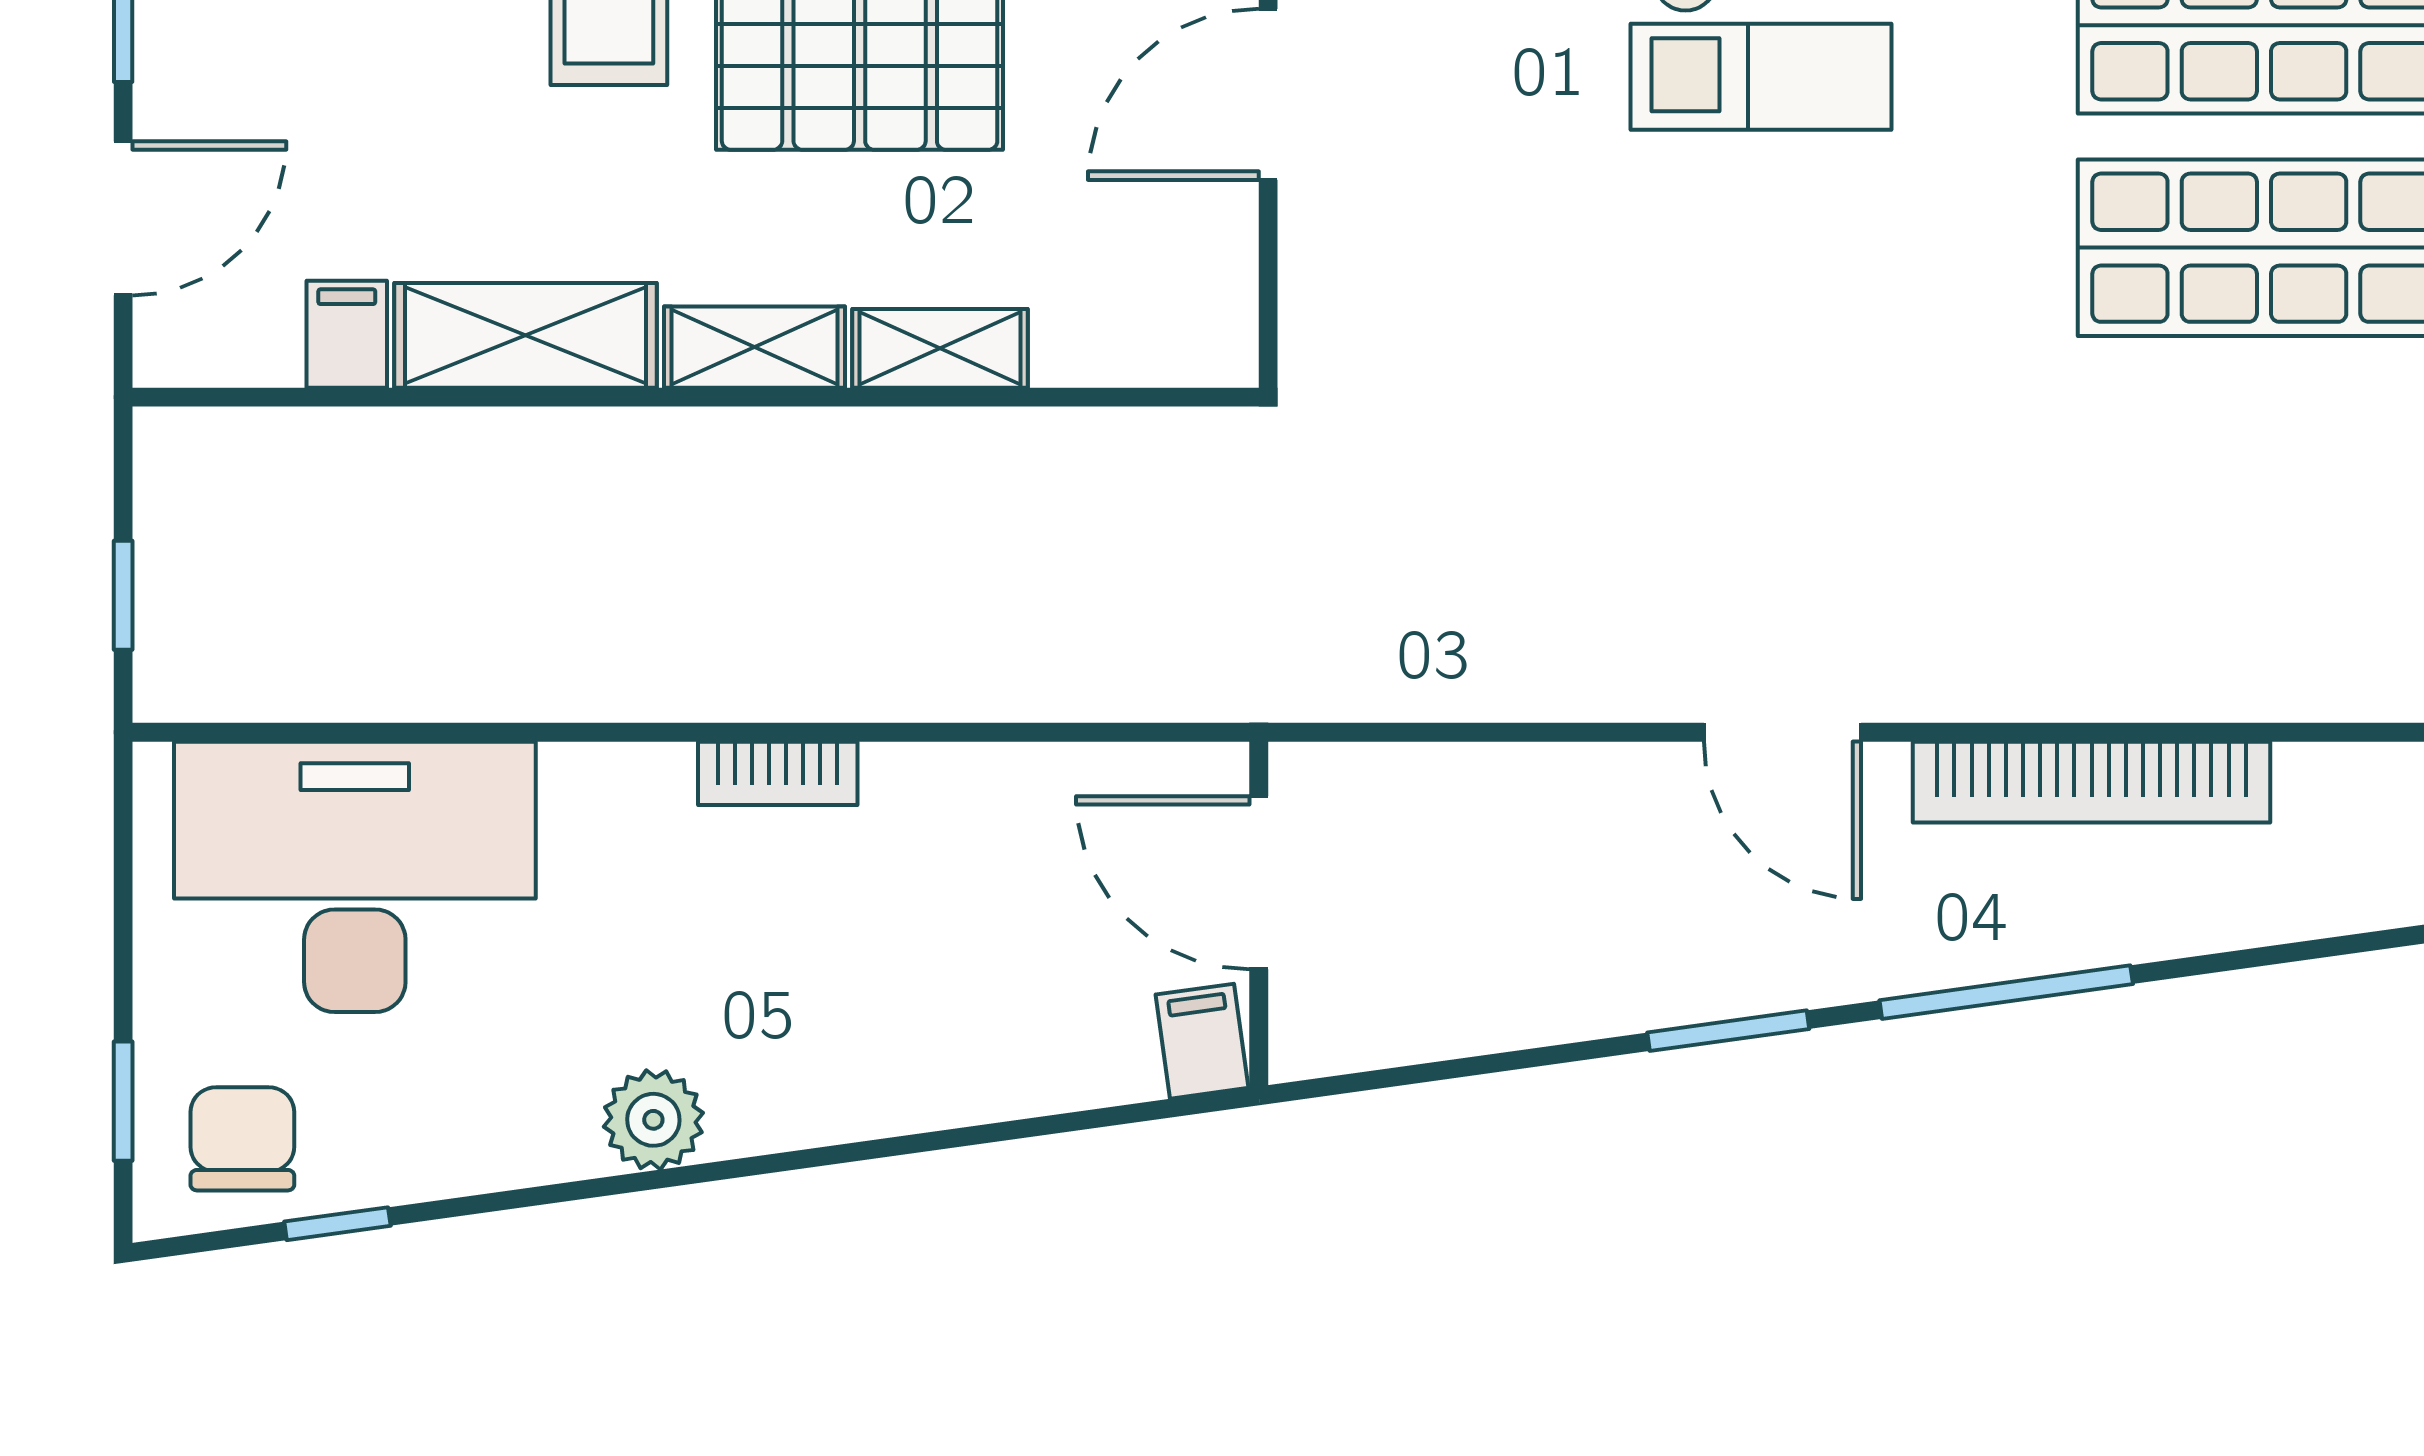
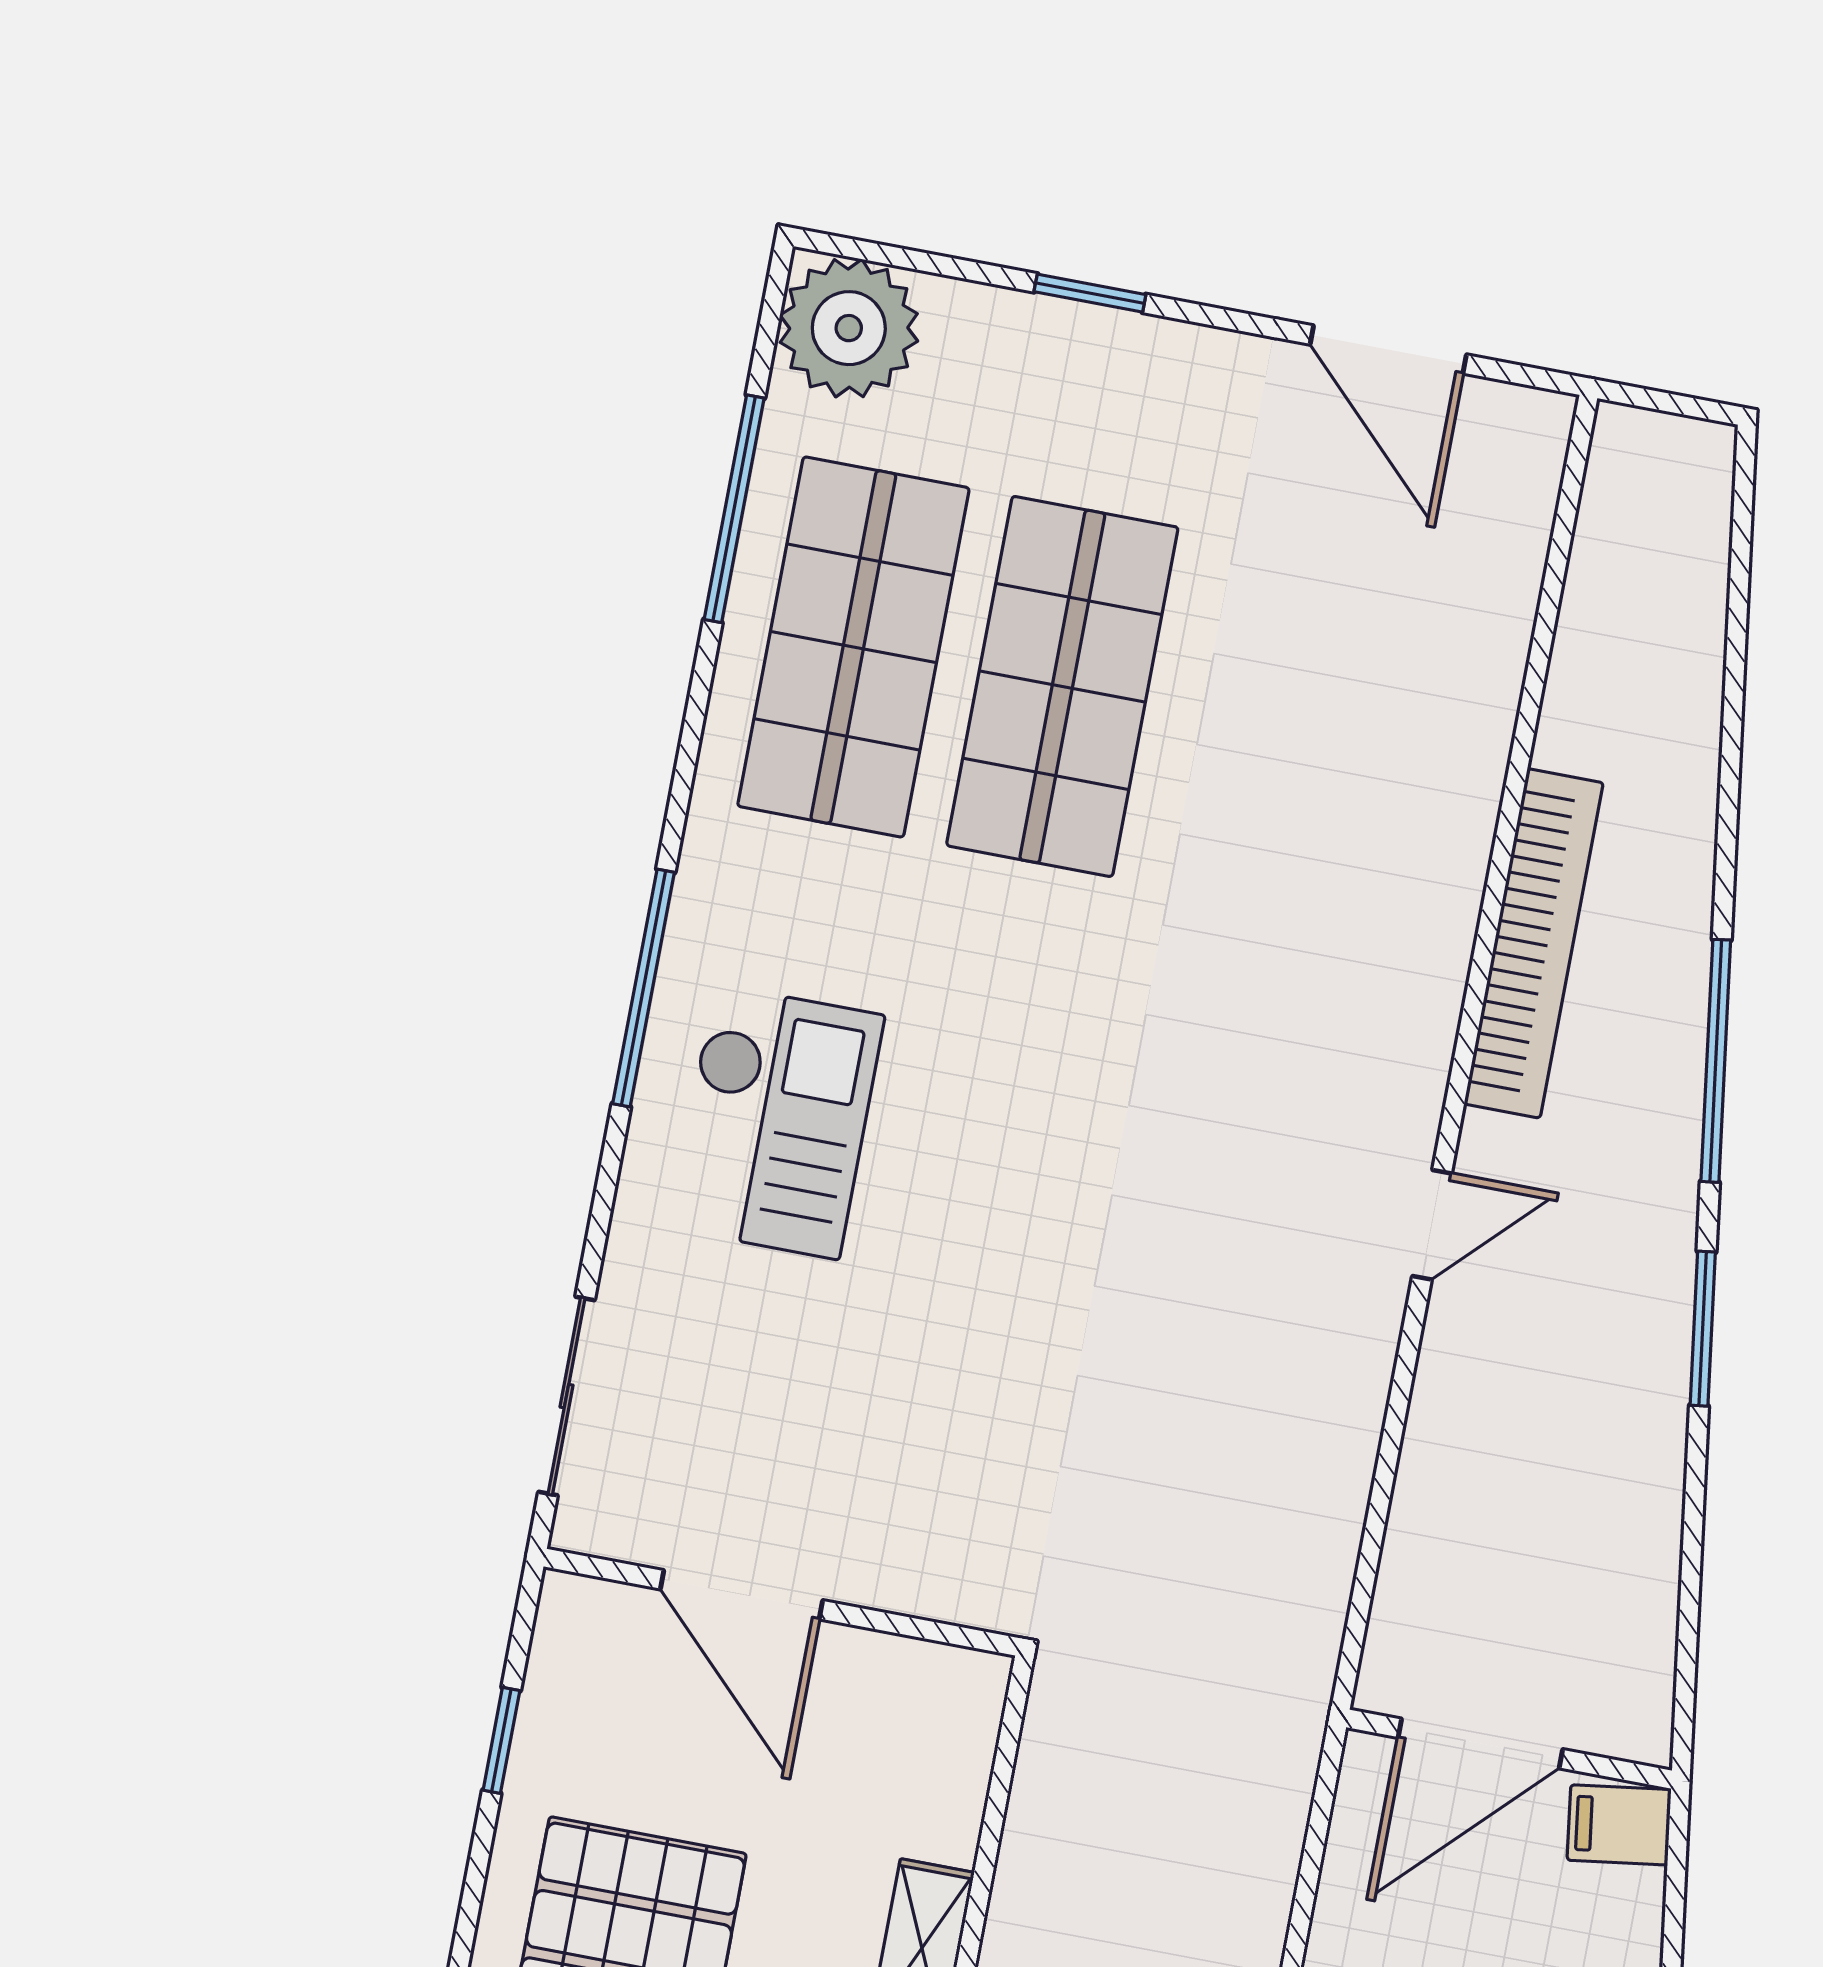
door: (1782, 732) -> (1432, 1225), width x0.73

